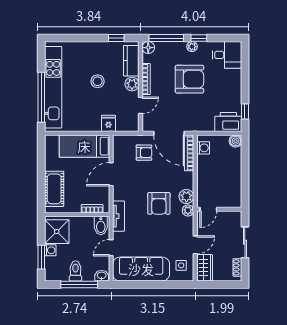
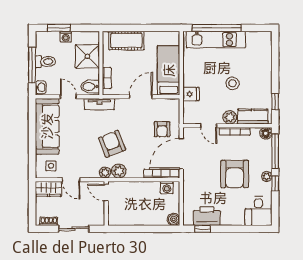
kitchen unit: (53, 87) -> (216, 39), width x0.73
printer: (228, 122) -> (207, 216), moved, turned -90
door: (111, 174) -> (141, 97), hinge flipped
armchair: (159, 203) -> (112, 144), turned 68
shower: (57, 232) -> (87, 56), moved

